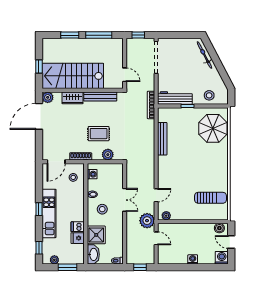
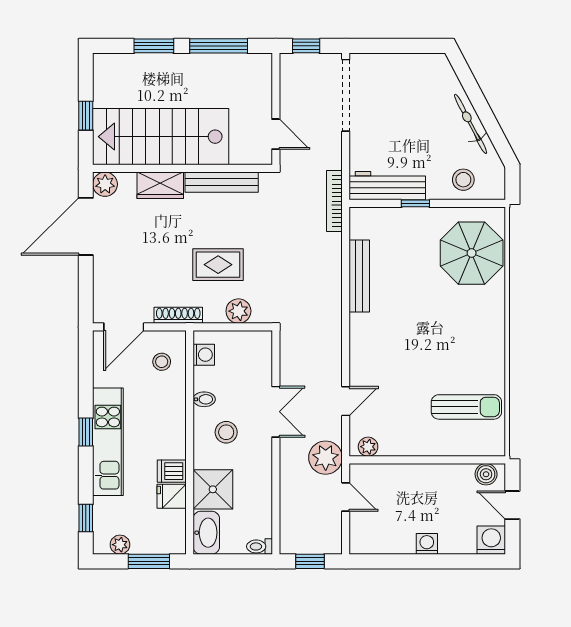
bicycle: (204, 55) -> (471, 124), moved

